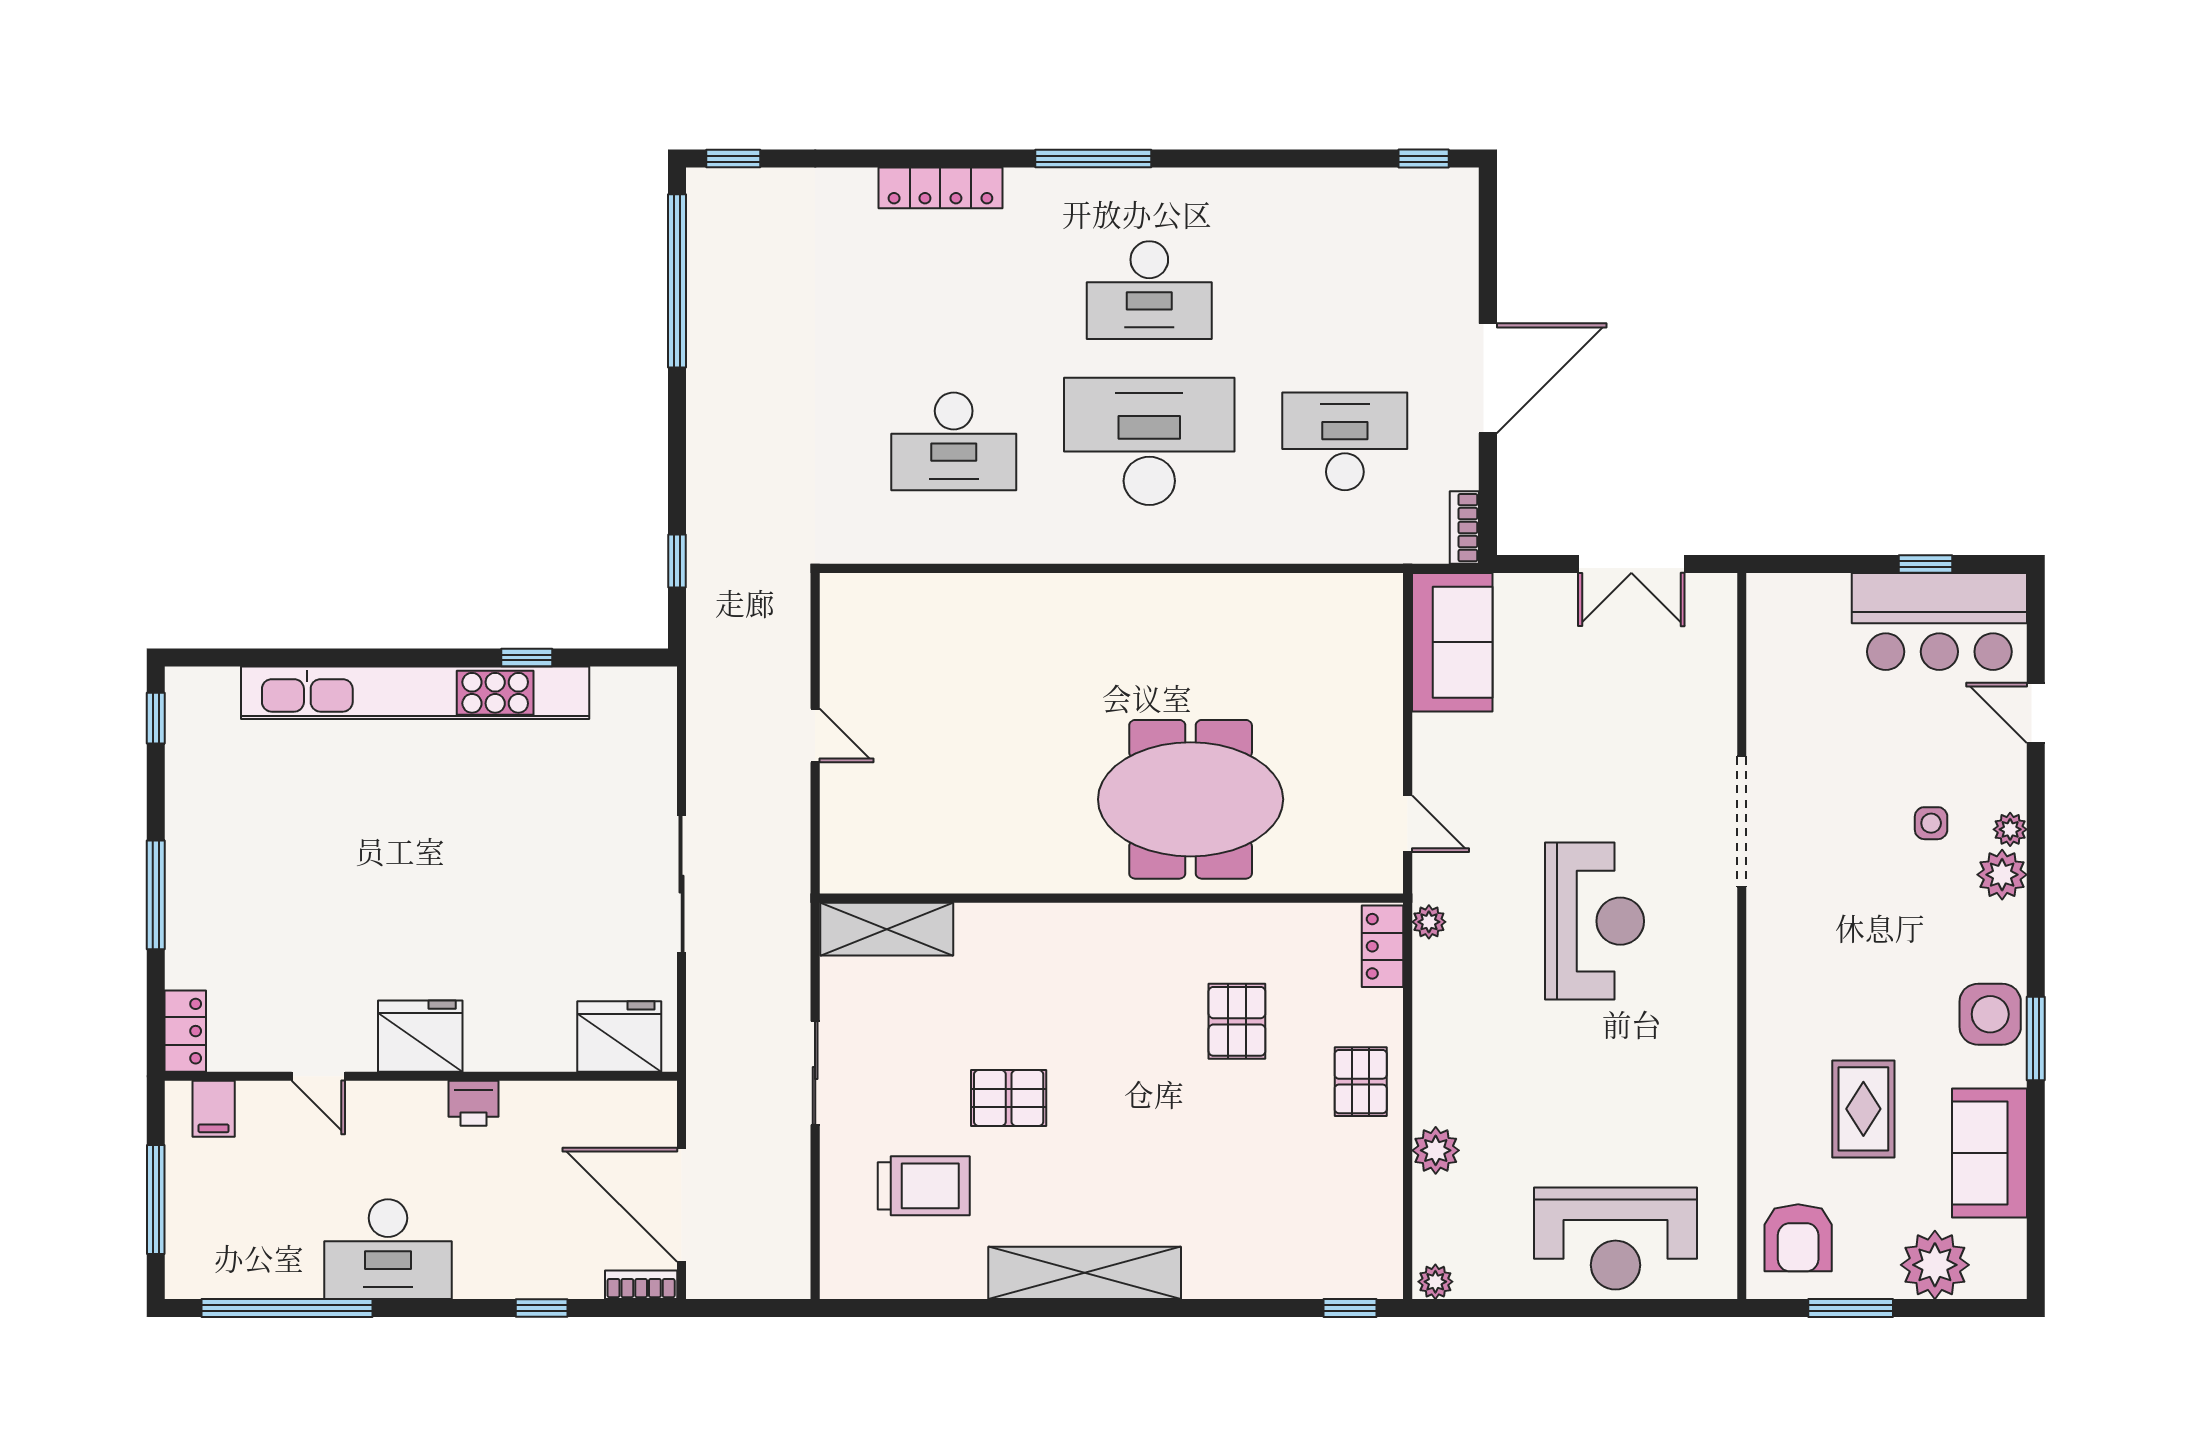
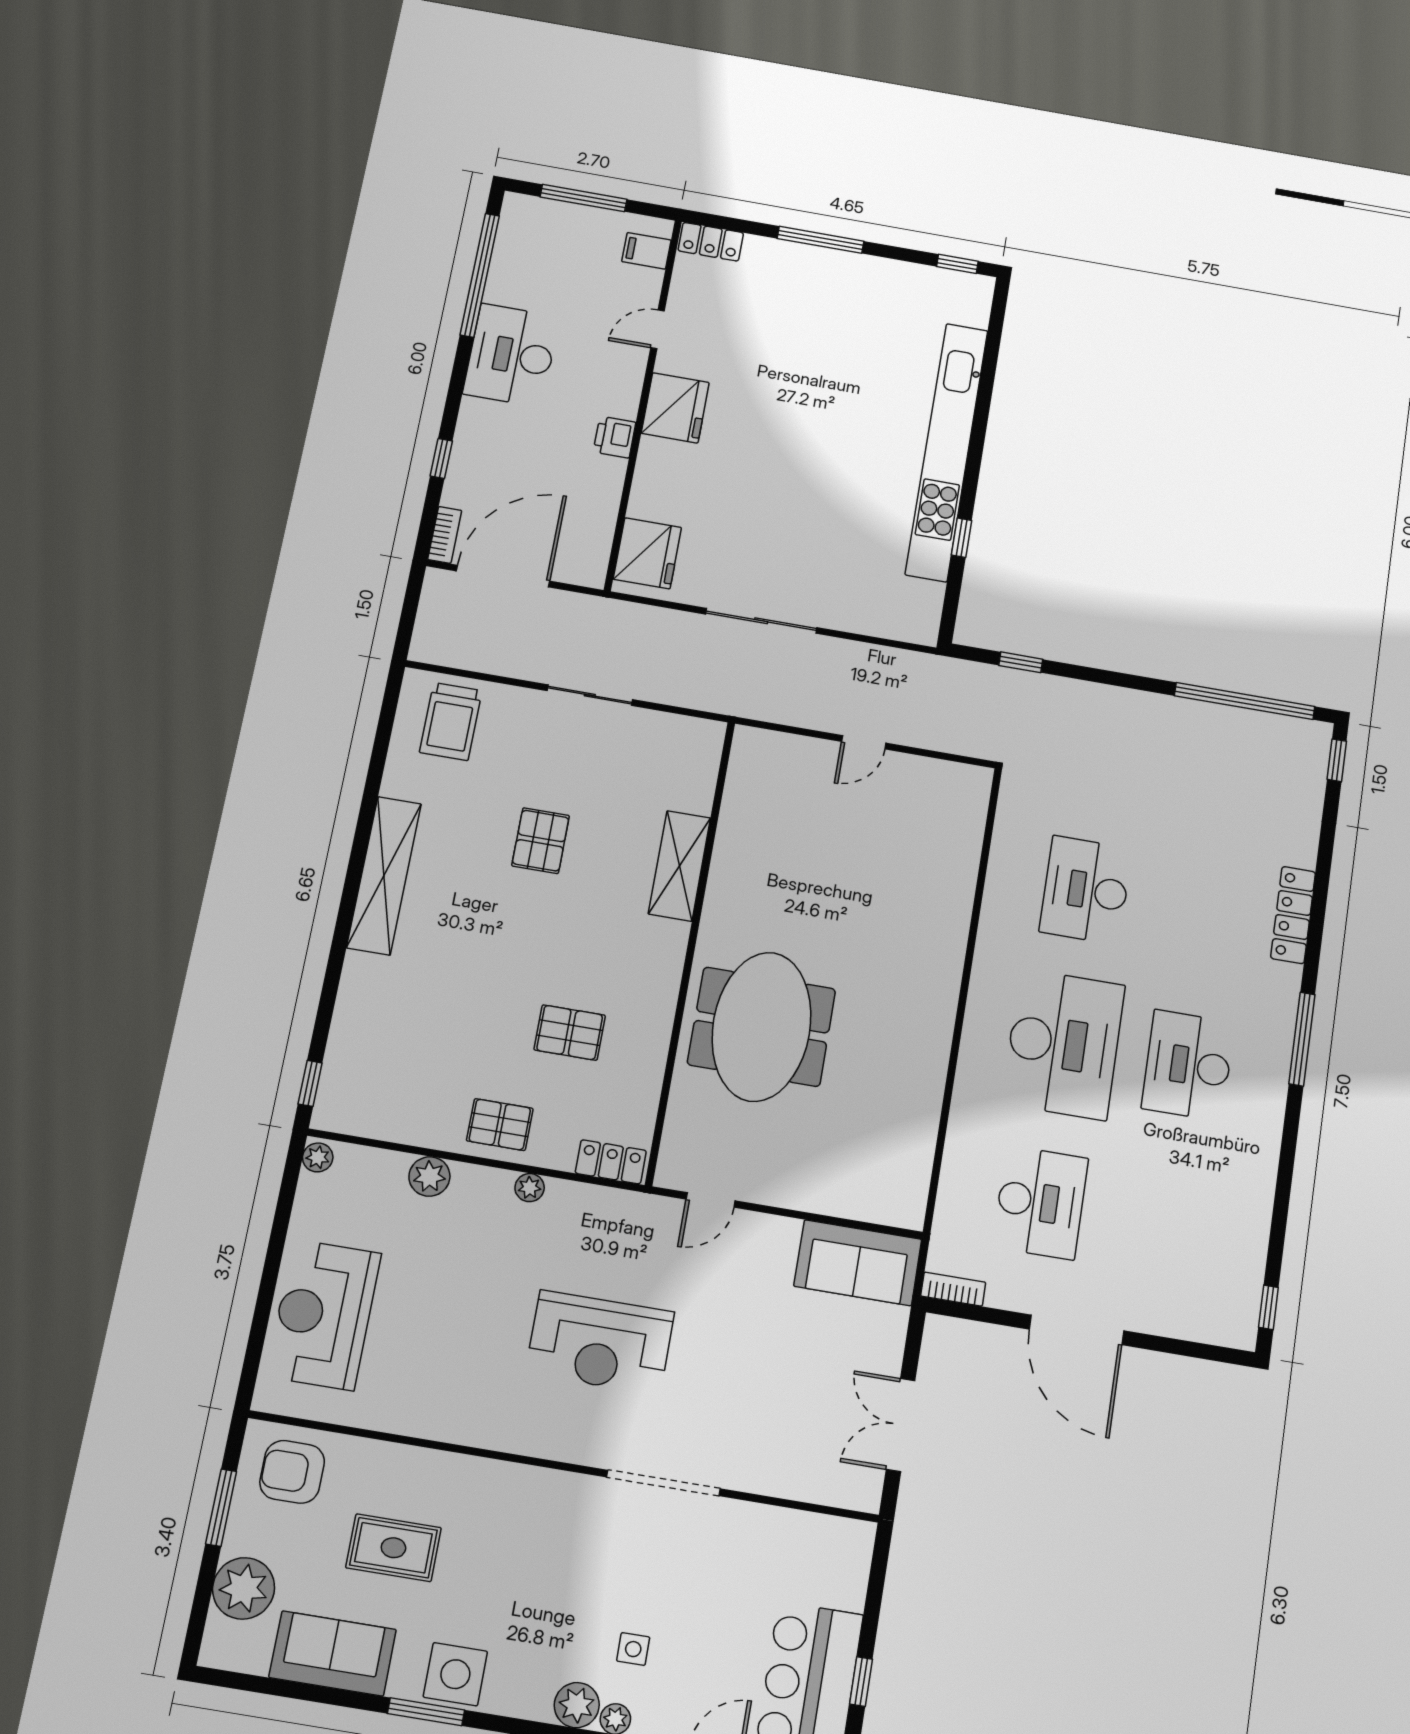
plant: (1429, 922) -> (530, 1188), moved
shelving: (887, 929) -> (679, 866), moved
trolley: (924, 1186) -> (451, 721), moved

